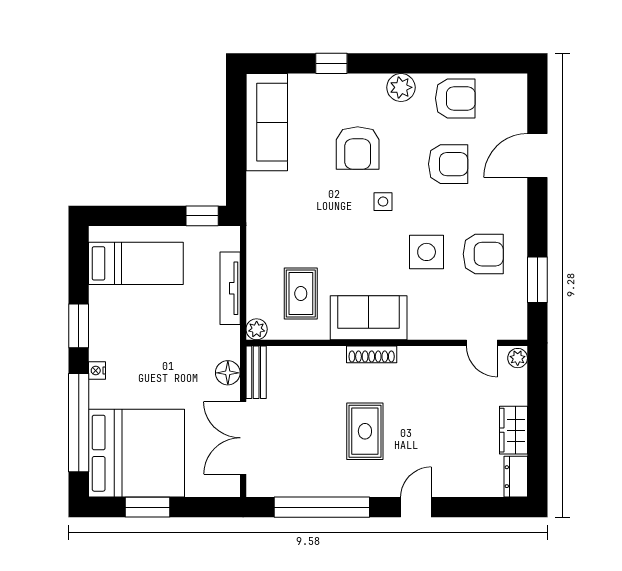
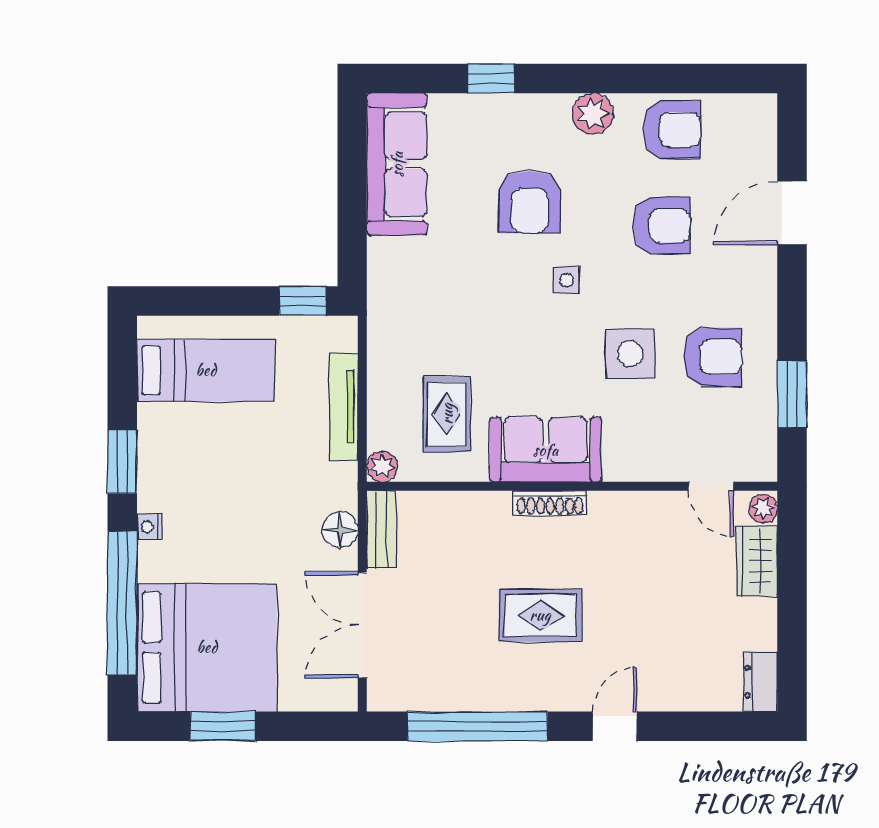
wardrobe: (513, 430) -> (757, 561), moved
rug: (365, 431) -> (540, 615), turned 90

